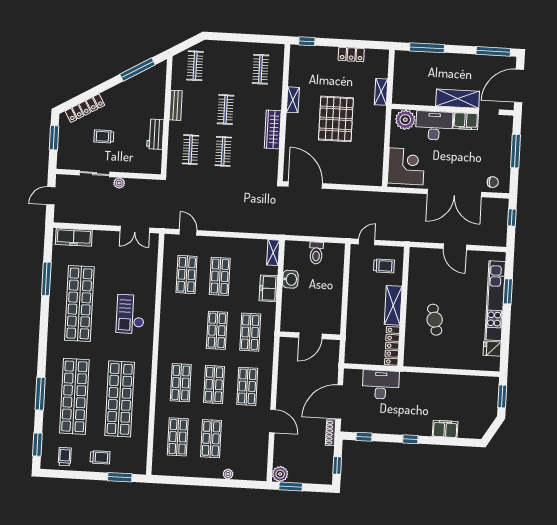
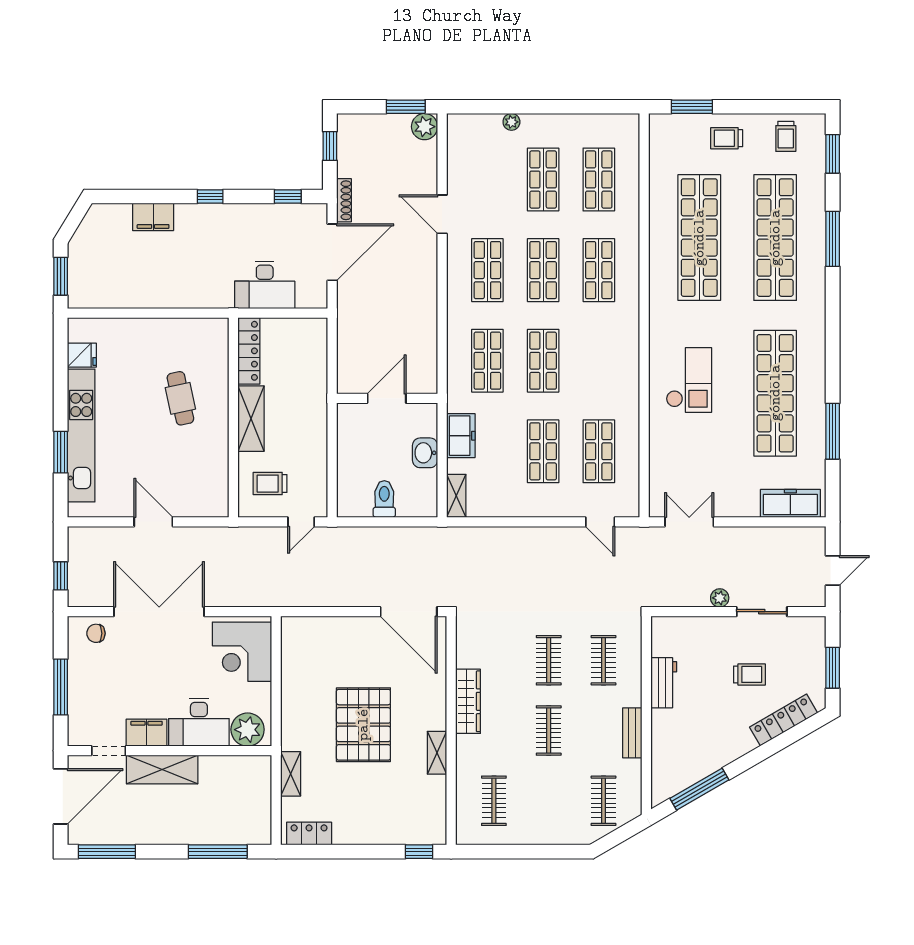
locker: (351, 54) -> (309, 834), moved
door: (310, 336) -> (387, 398), moved
wall: (310, 336) -> (387, 398), moved

